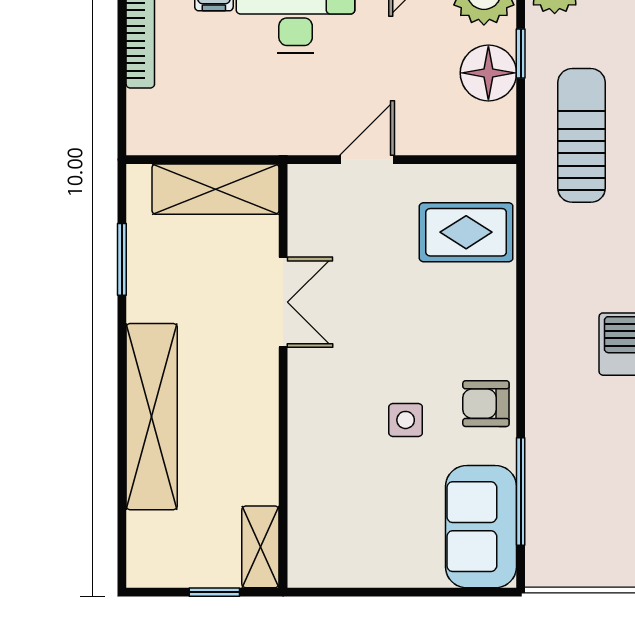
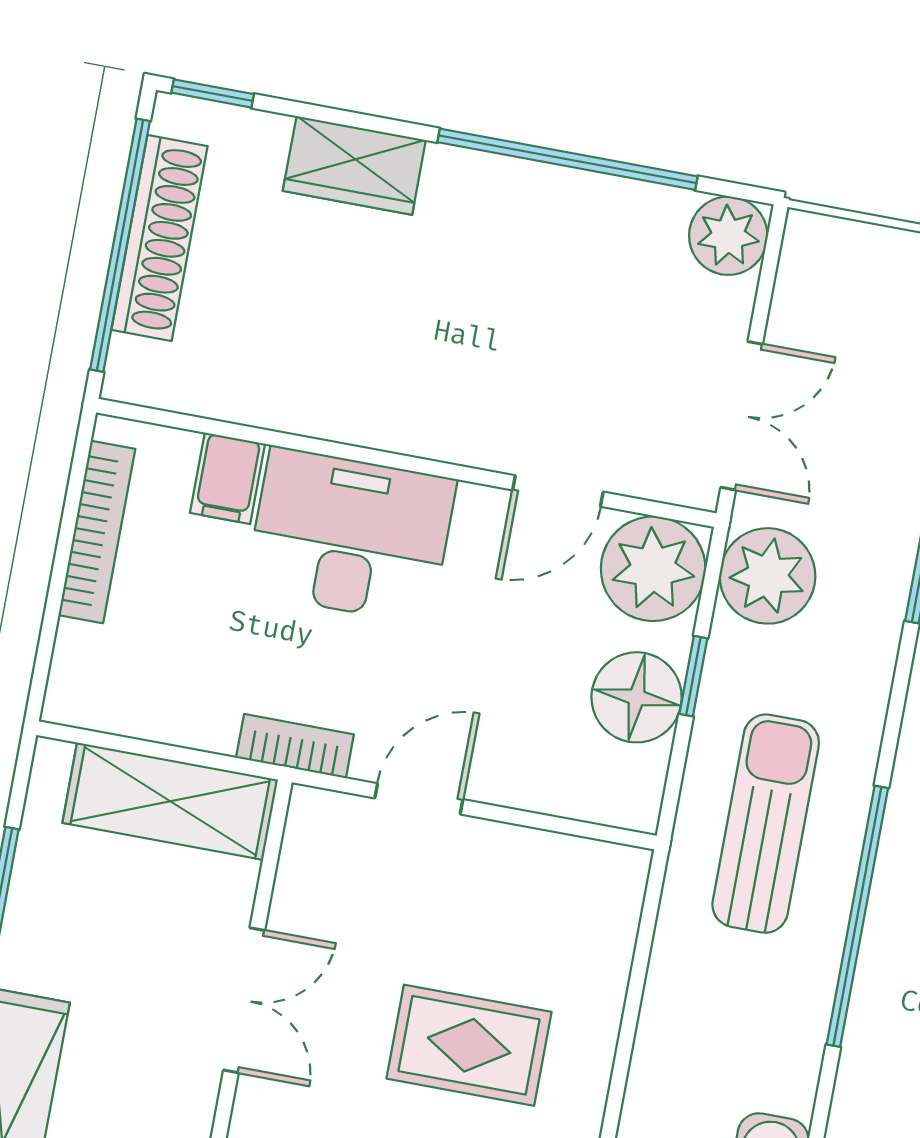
bookcase: (285, 141) -> (295, 746), added
rug: (466, 232) -> (469, 1045), moved

